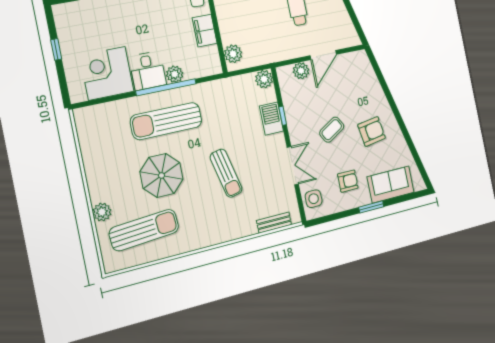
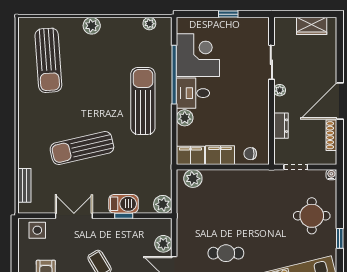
filing cabinet: (211, 61) -> (190, 155), added
window: (166, 87) -> (174, 75), moved
plant: (83, 132) -> (149, 24), added
double door: (293, 166) -> (74, 216), swing flipped
sun lounger: (226, 173) -> (82, 148), width x1.36, depth x1.34
parasol: (162, 175) -> (94, 86), removed
plant: (102, 212) -> (92, 26), moved

